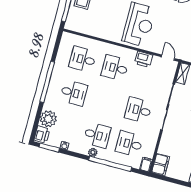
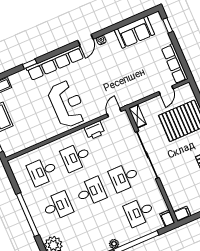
door: (168, 58) -> (114, 113), hinge flipped
desk: (97, 135) -> (91, 192), moved
filing cabinet: (161, 165) -> (182, 214), width x0.50

